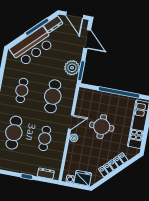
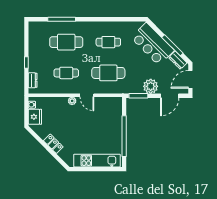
plant: (72, 68) -> (151, 86), moved
round table: (102, 127) -> (88, 126), removed
locker: (113, 165) -> (53, 144), width x0.66

